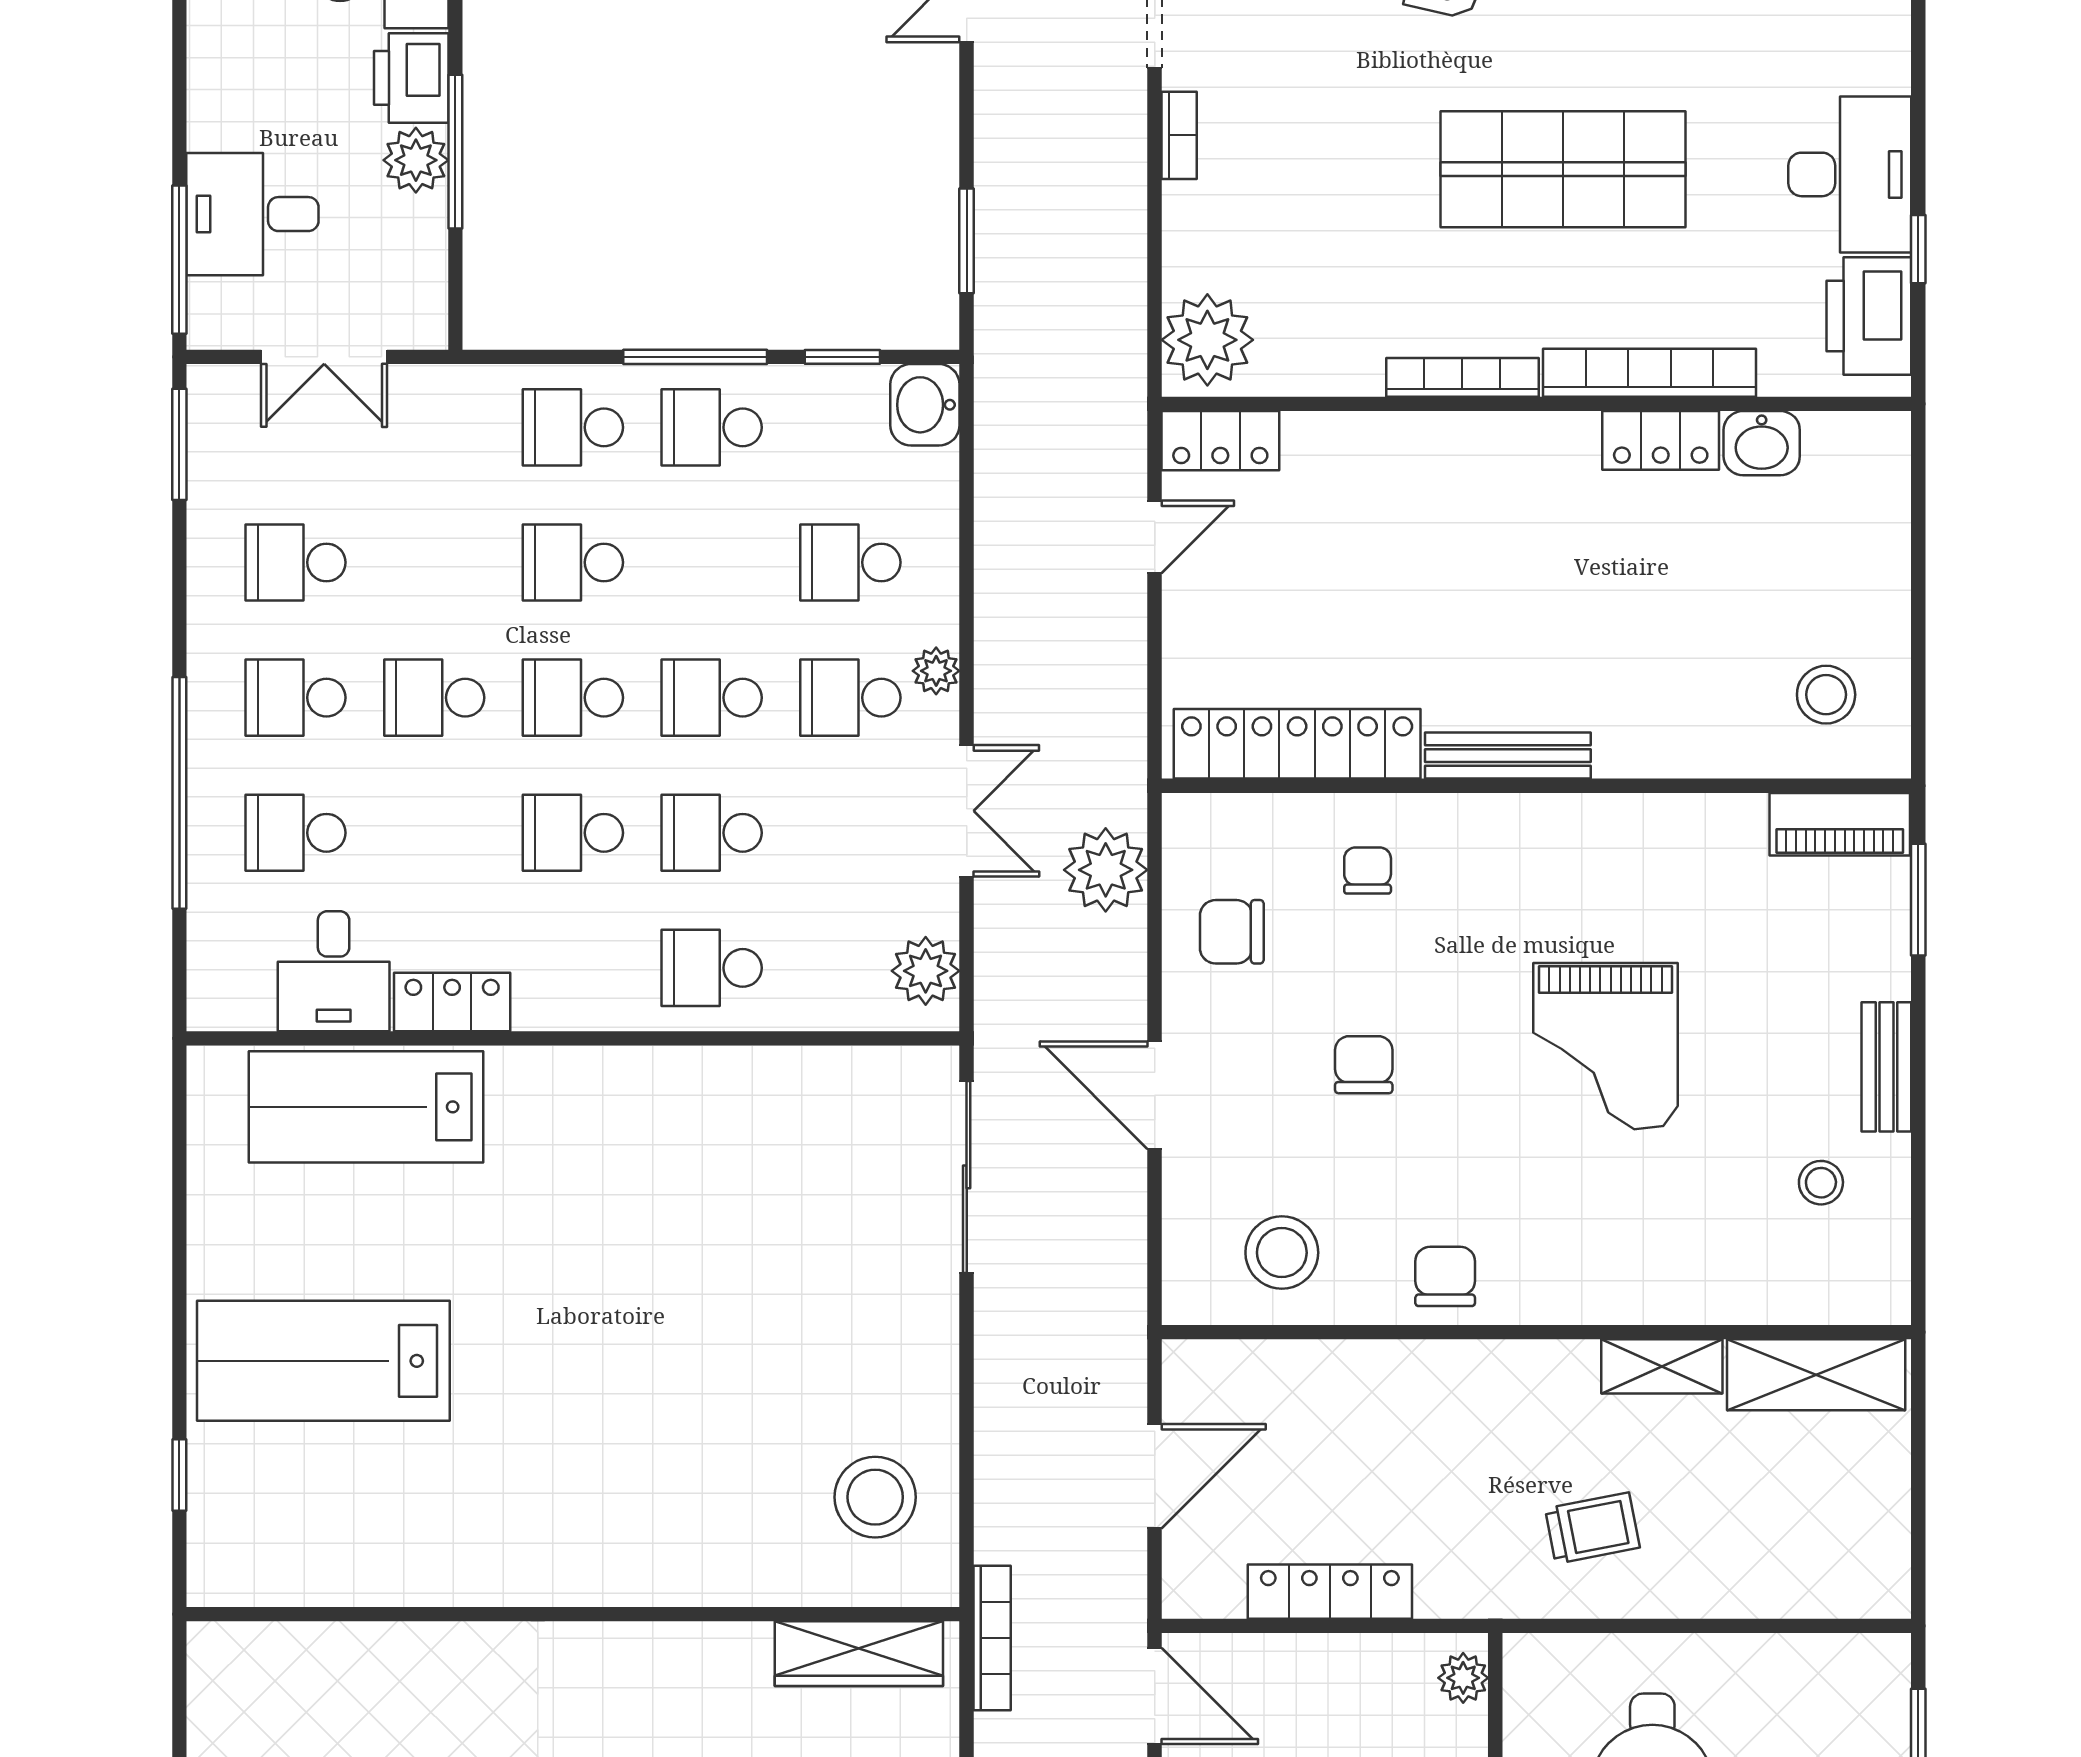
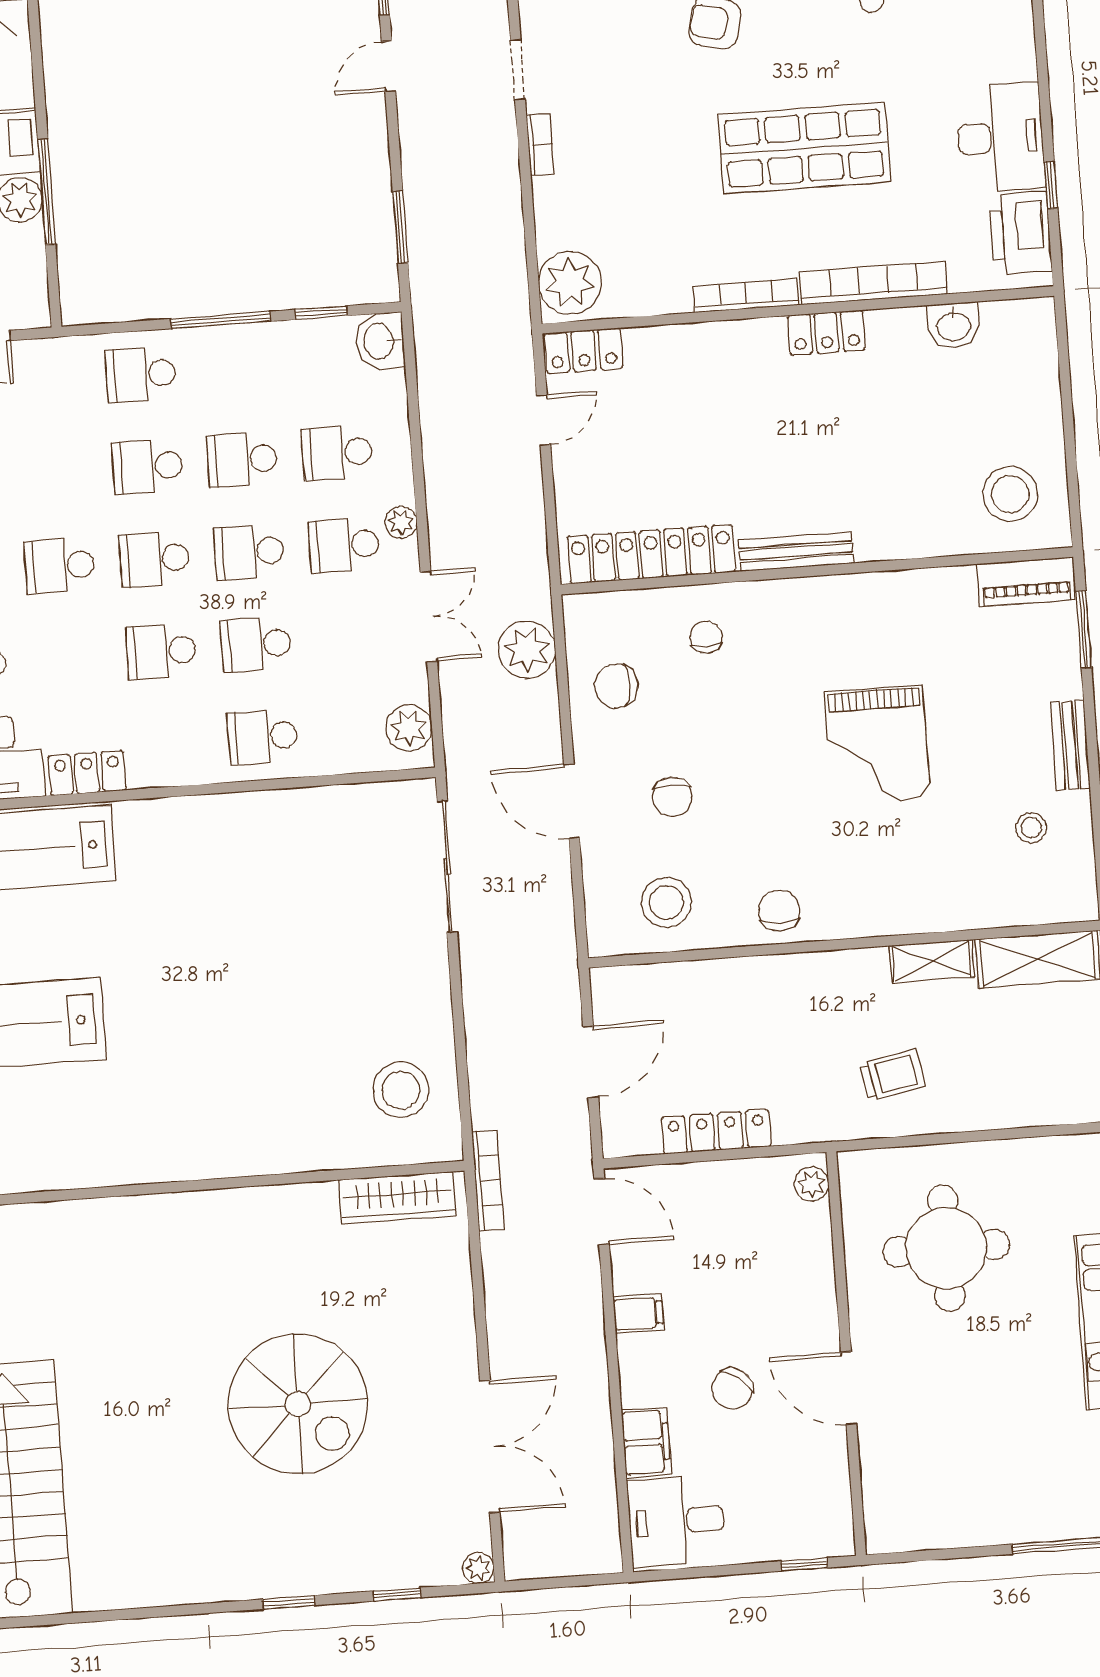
school desk: (712, 427) -> (242, 460), moved
locker: (1661, 440) -> (827, 333), moved
stool: (1826, 695) -> (1010, 494), width x1.38, depth x1.38
chair: (1364, 1065) -> (672, 797), moved, turned 180

